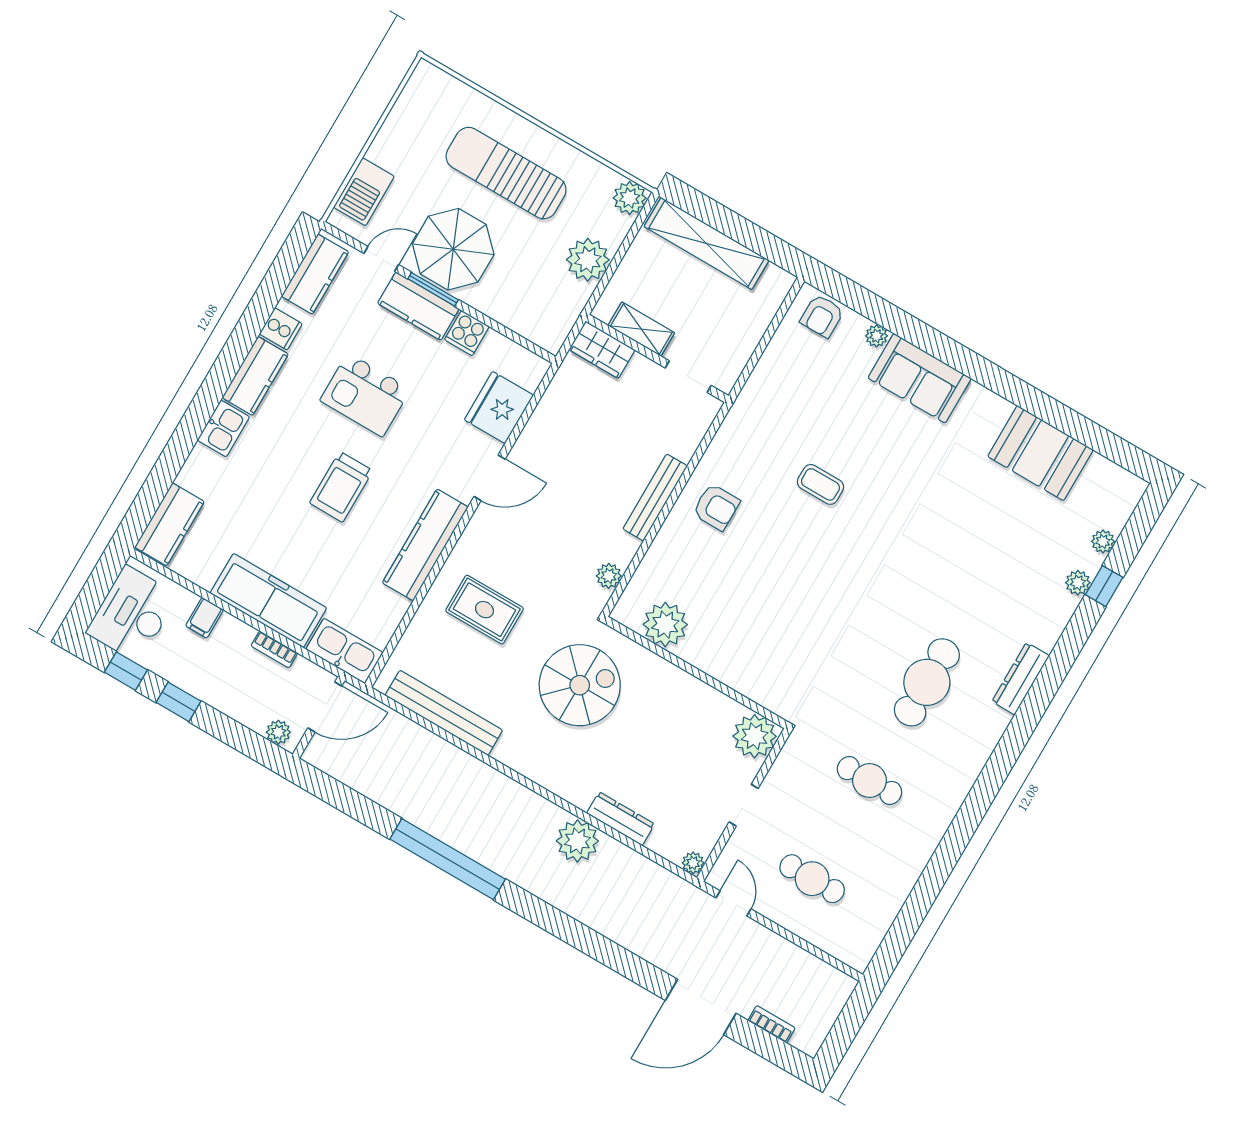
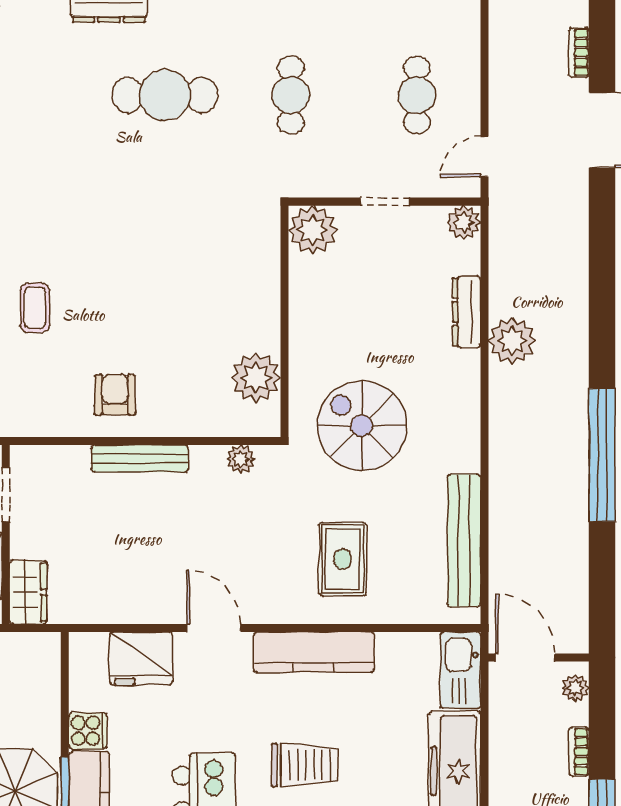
bookcase: (274, 649) -> (579, 752), moved, turned 180
plant: (693, 863) -> (464, 222), width x1.38, depth x1.38

